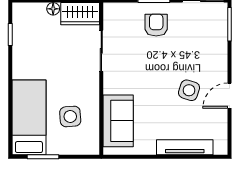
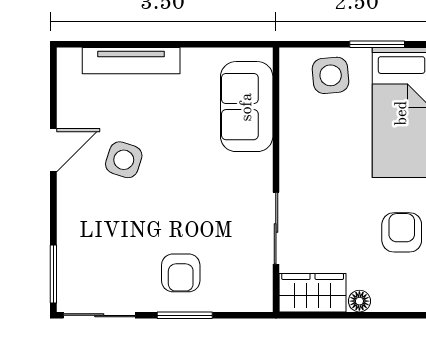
armchair: (29, 48) -> (402, 232), added
side table: (70, 116) -> (331, 75), moved

